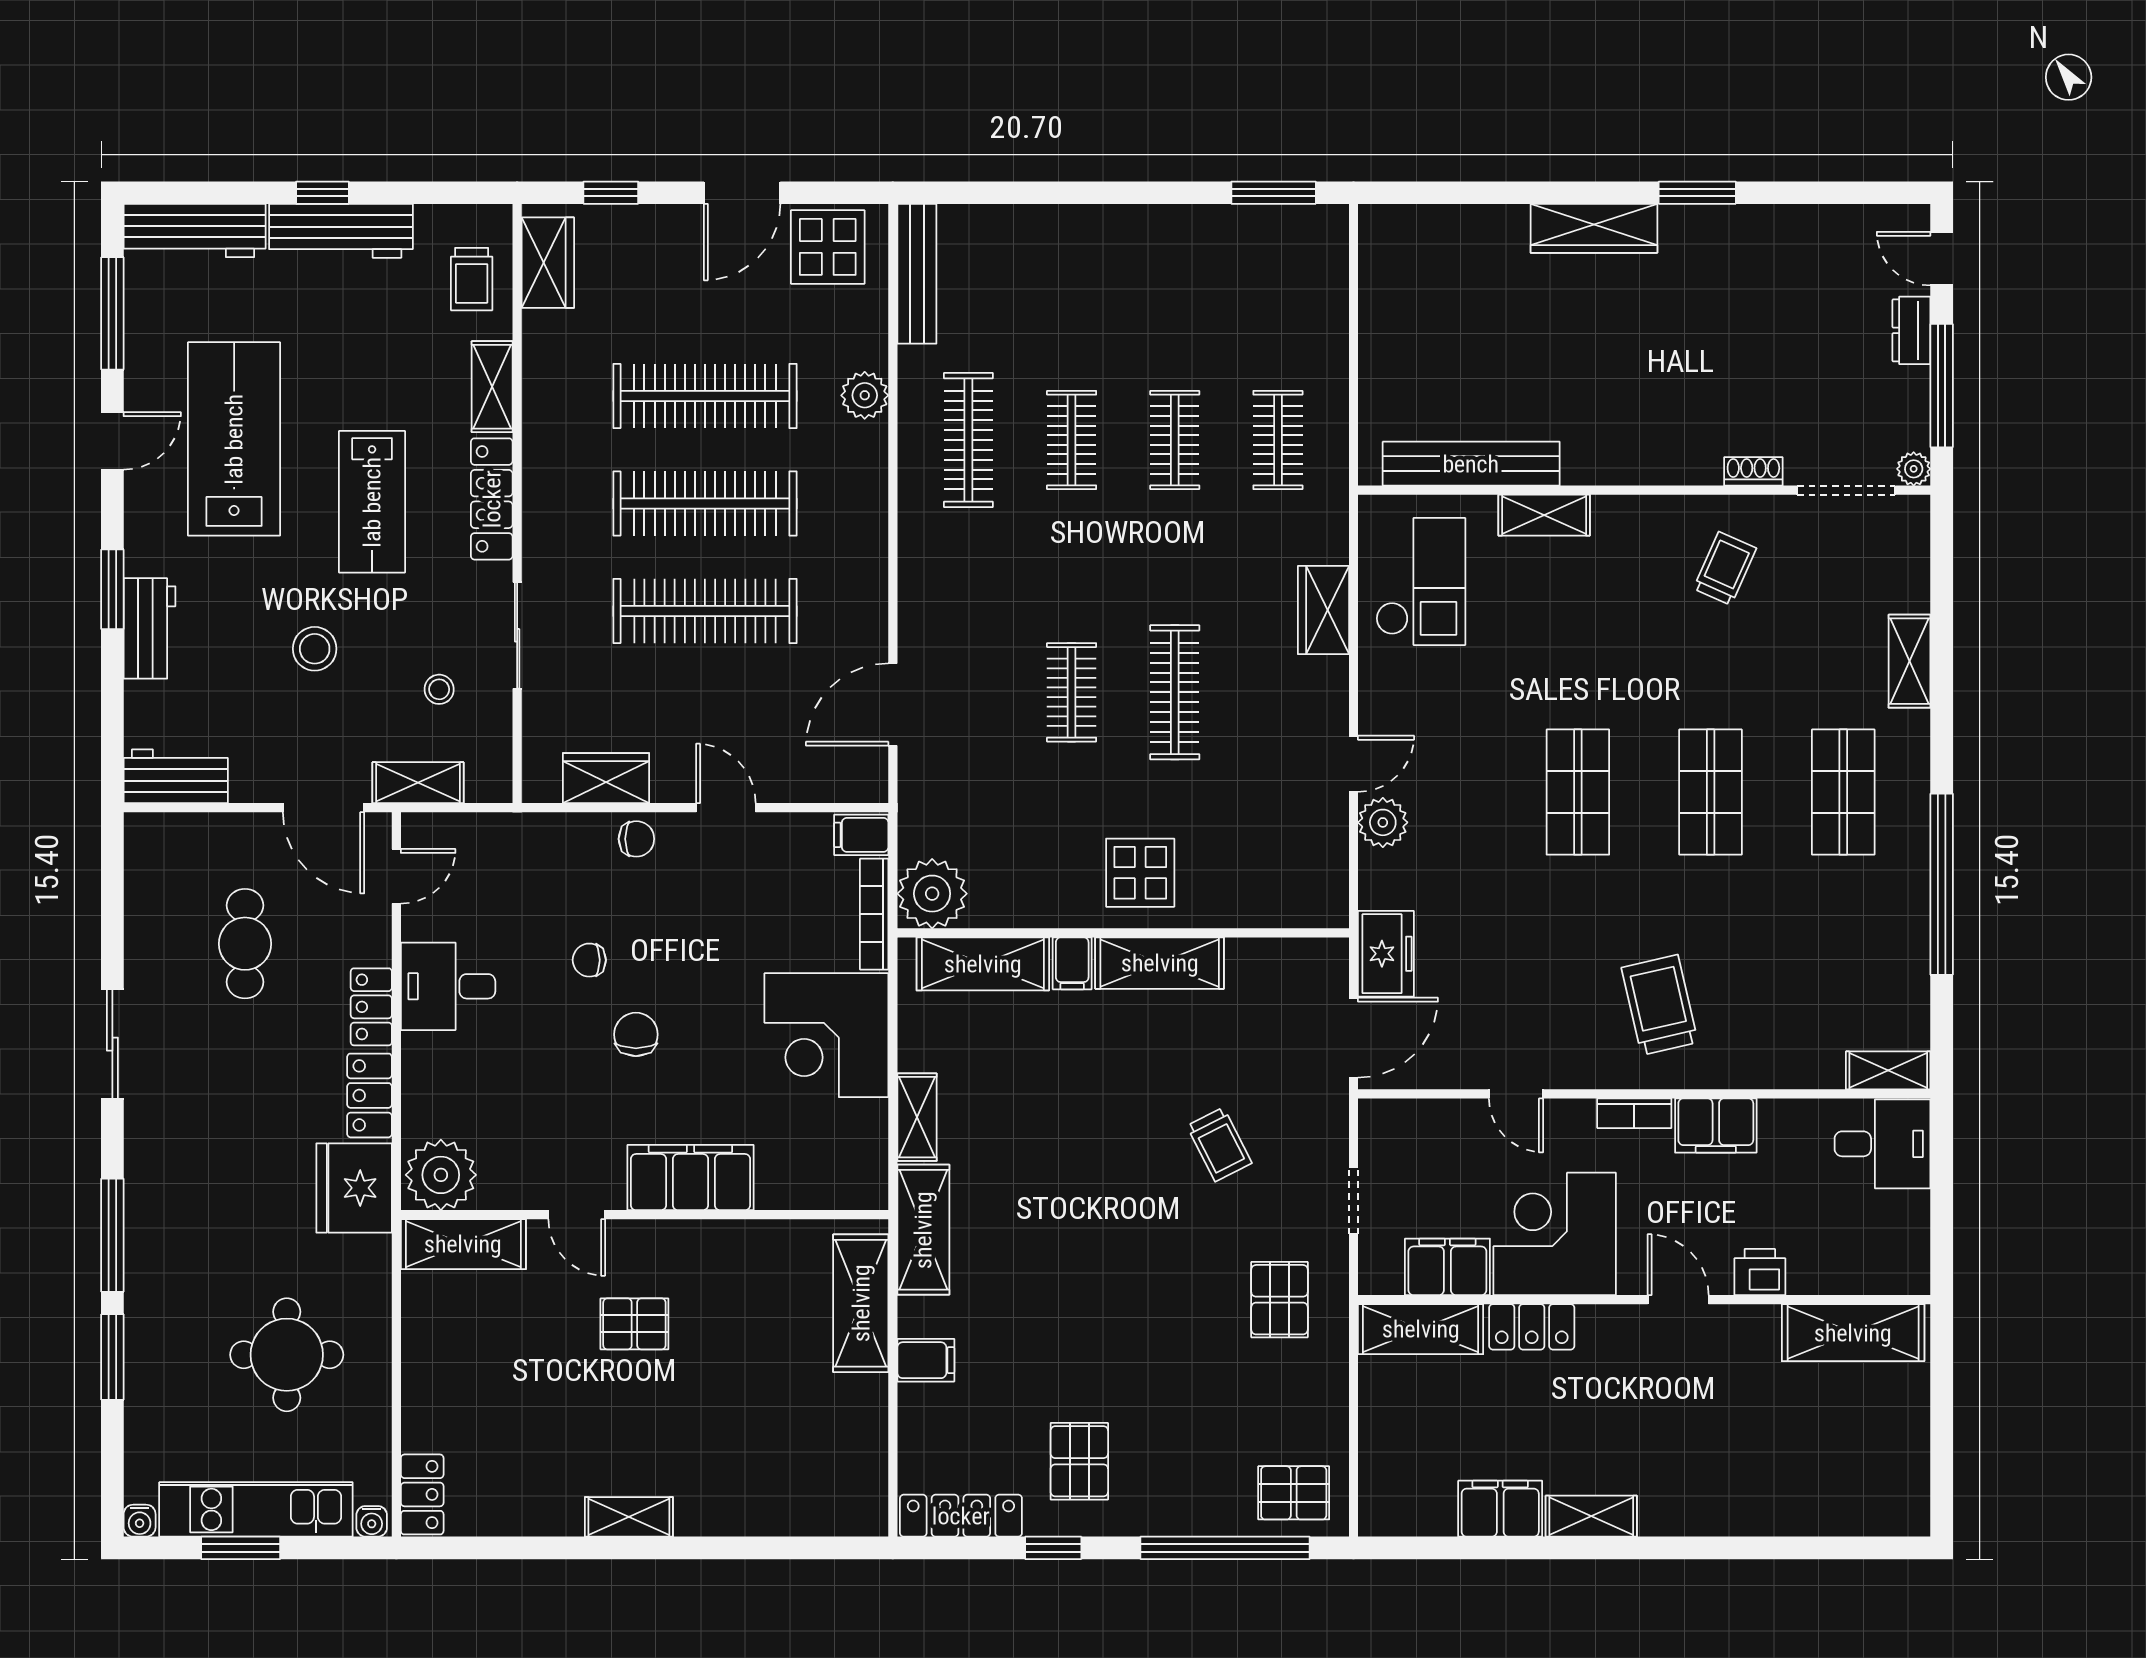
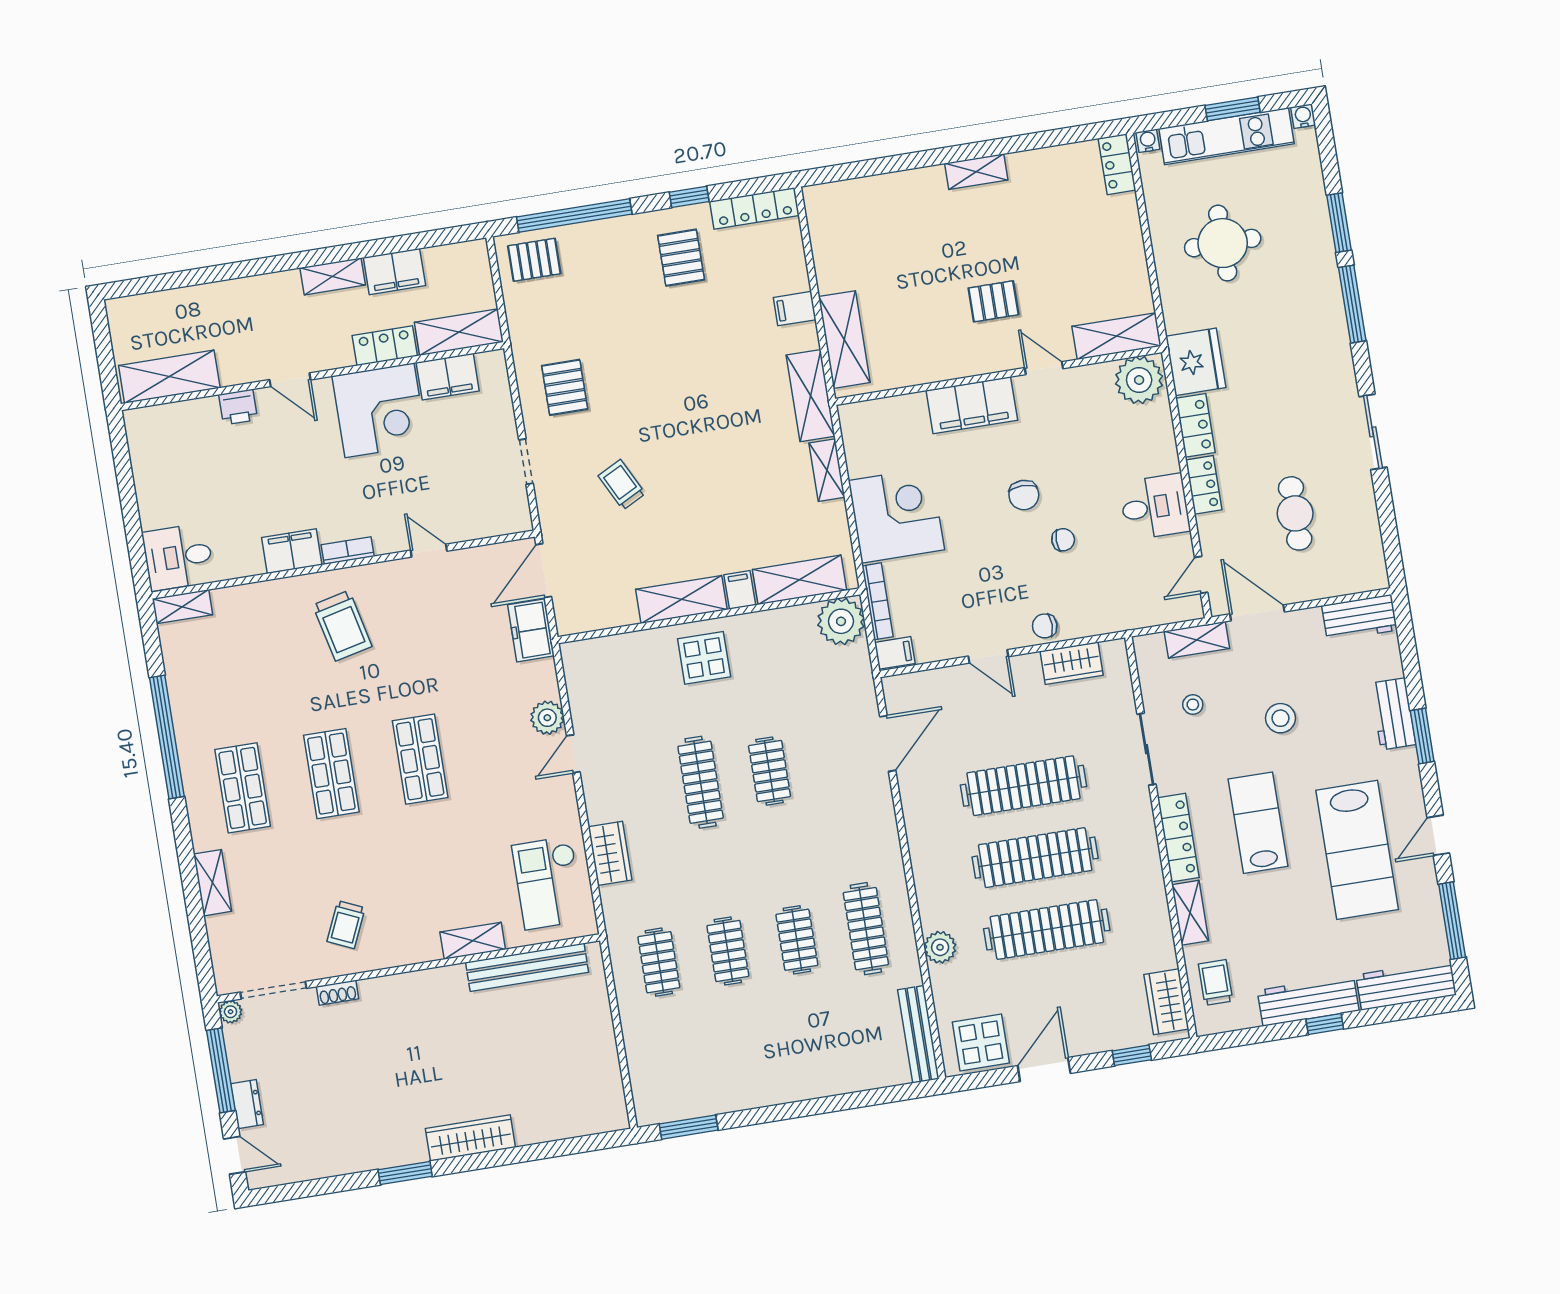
corner desk: (1555, 1234) -> (379, 410), moved
filing cabinet: (1447, 1267) -> (448, 377), moved
printer: (1760, 1272) -> (238, 407), moved
wall: (1644, 1300) -> (313, 376), moved
door: (1678, 1300) -> (290, 380), moved
locker: (1532, 1327) -> (385, 346), moved
shelving: (1421, 1329) -> (459, 332), moved
shelving: (1853, 1333) -> (169, 377), moved

